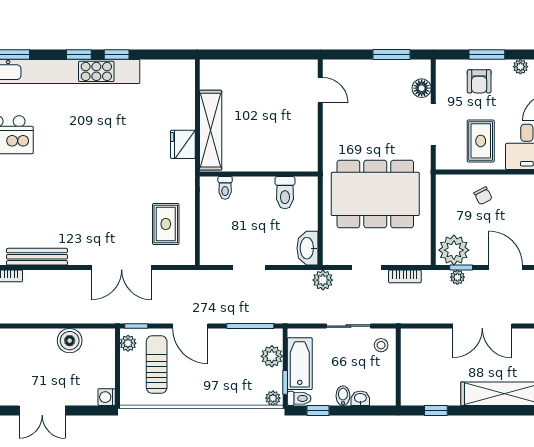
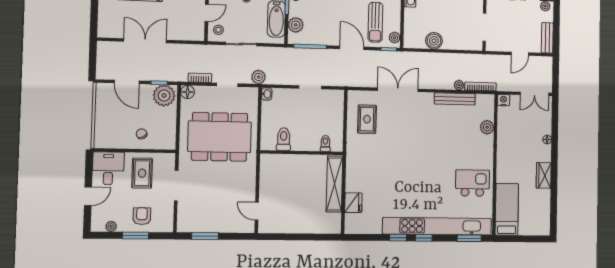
floor lamp: (422, 88) -> (188, 92), moved
fridge: (183, 144) -> (353, 203), moved
washbasin: (307, 248) -> (267, 94), width x0.52, depth x0.69
plant: (457, 277) -> (459, 85), moved
door: (398, 369) -> (207, 13), added

